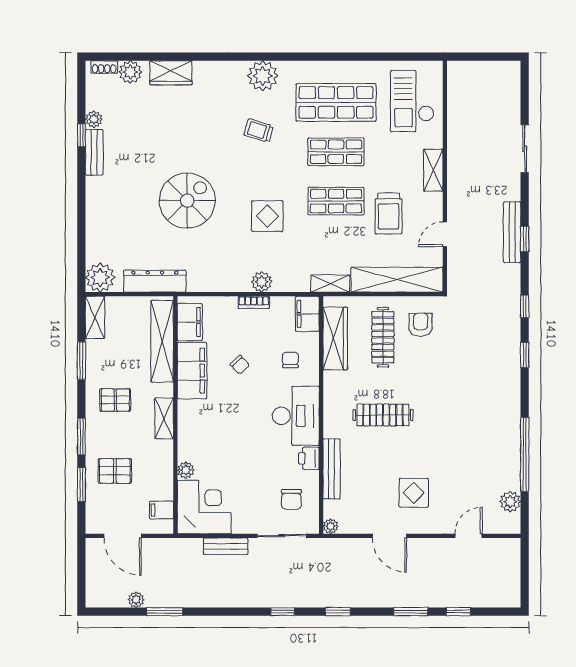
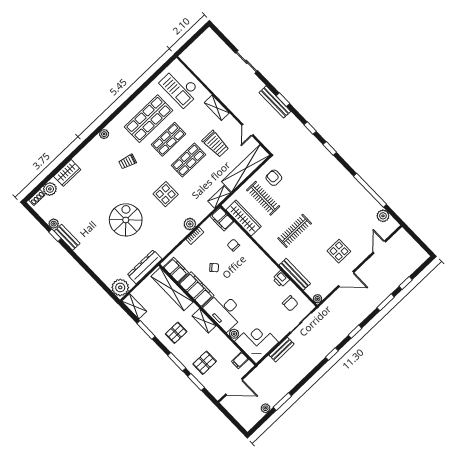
plant: (263, 76) -> (104, 134), width x0.53, depth x0.53
desk: (296, 416) -> (224, 311), moved, turned 180

